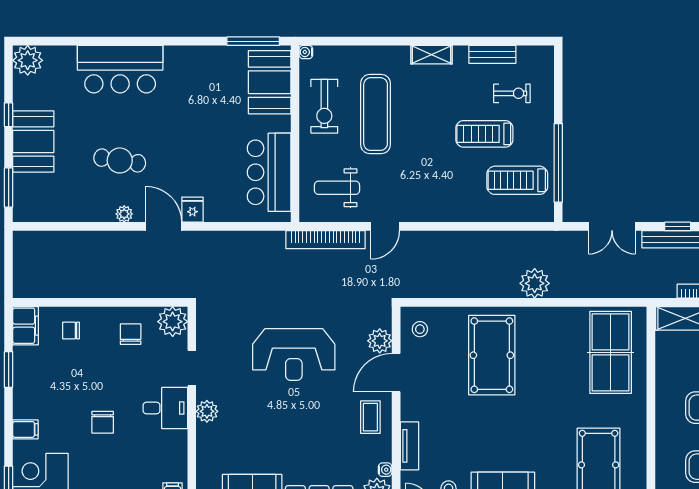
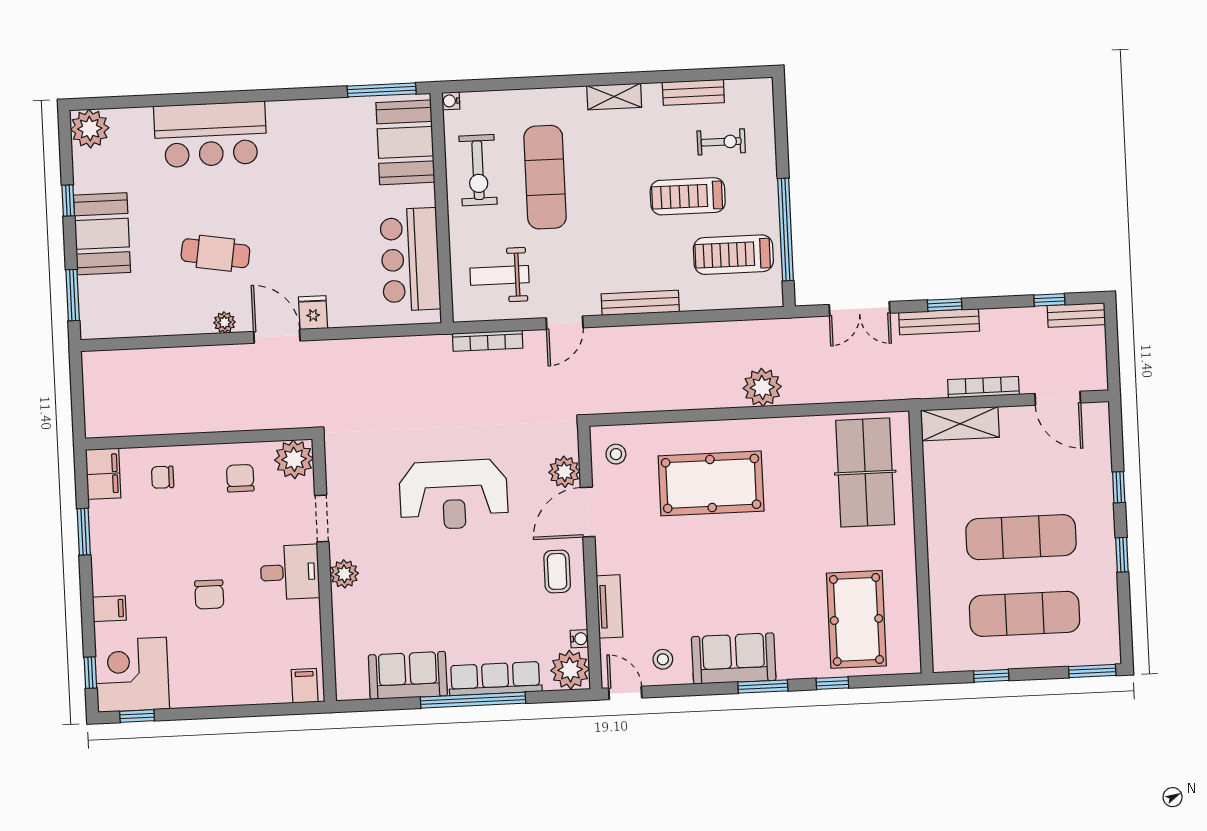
bench: (444, 214) -> (640, 303), added
bookcase: (326, 240) -> (488, 341), width x0.68, depth x0.76
pool table: (492, 355) -> (711, 483), turned 90

